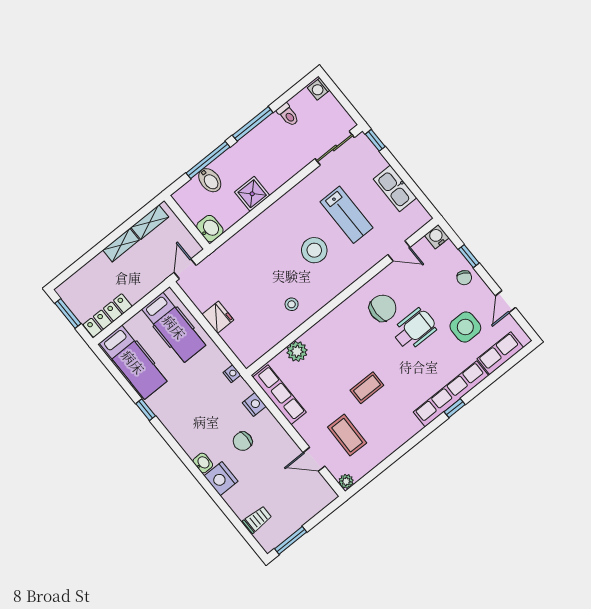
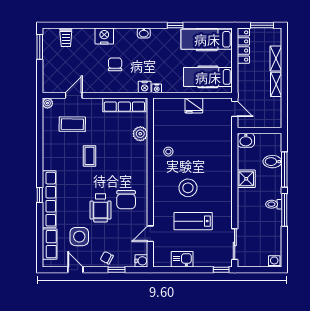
toilet: (288, 115) -> (274, 204), moved
kitchen sink: (395, 188) -> (182, 259), width x0.73
shelving: (150, 222) -> (276, 59), moved
nightstand: (254, 404) -> (145, 87), moved
washbasin: (203, 463) -> (144, 33), moved

